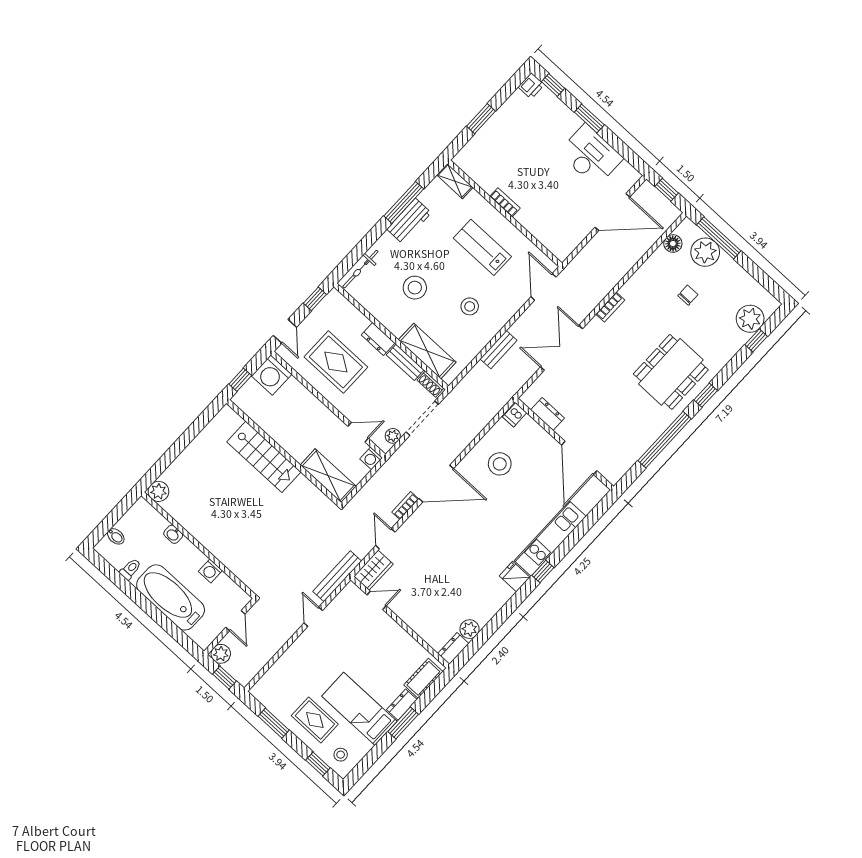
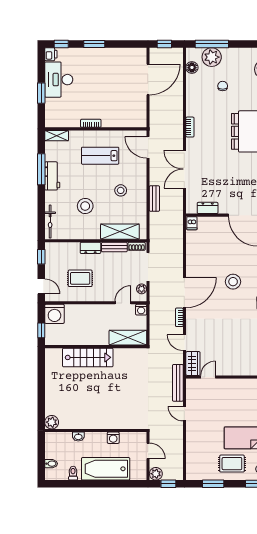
desk: (591, 156) -> (59, 80), moved, turned -90
rug: (336, 362) -> (80, 278), width x0.73, depth x0.70
stool: (500, 464) -> (233, 282), moved

